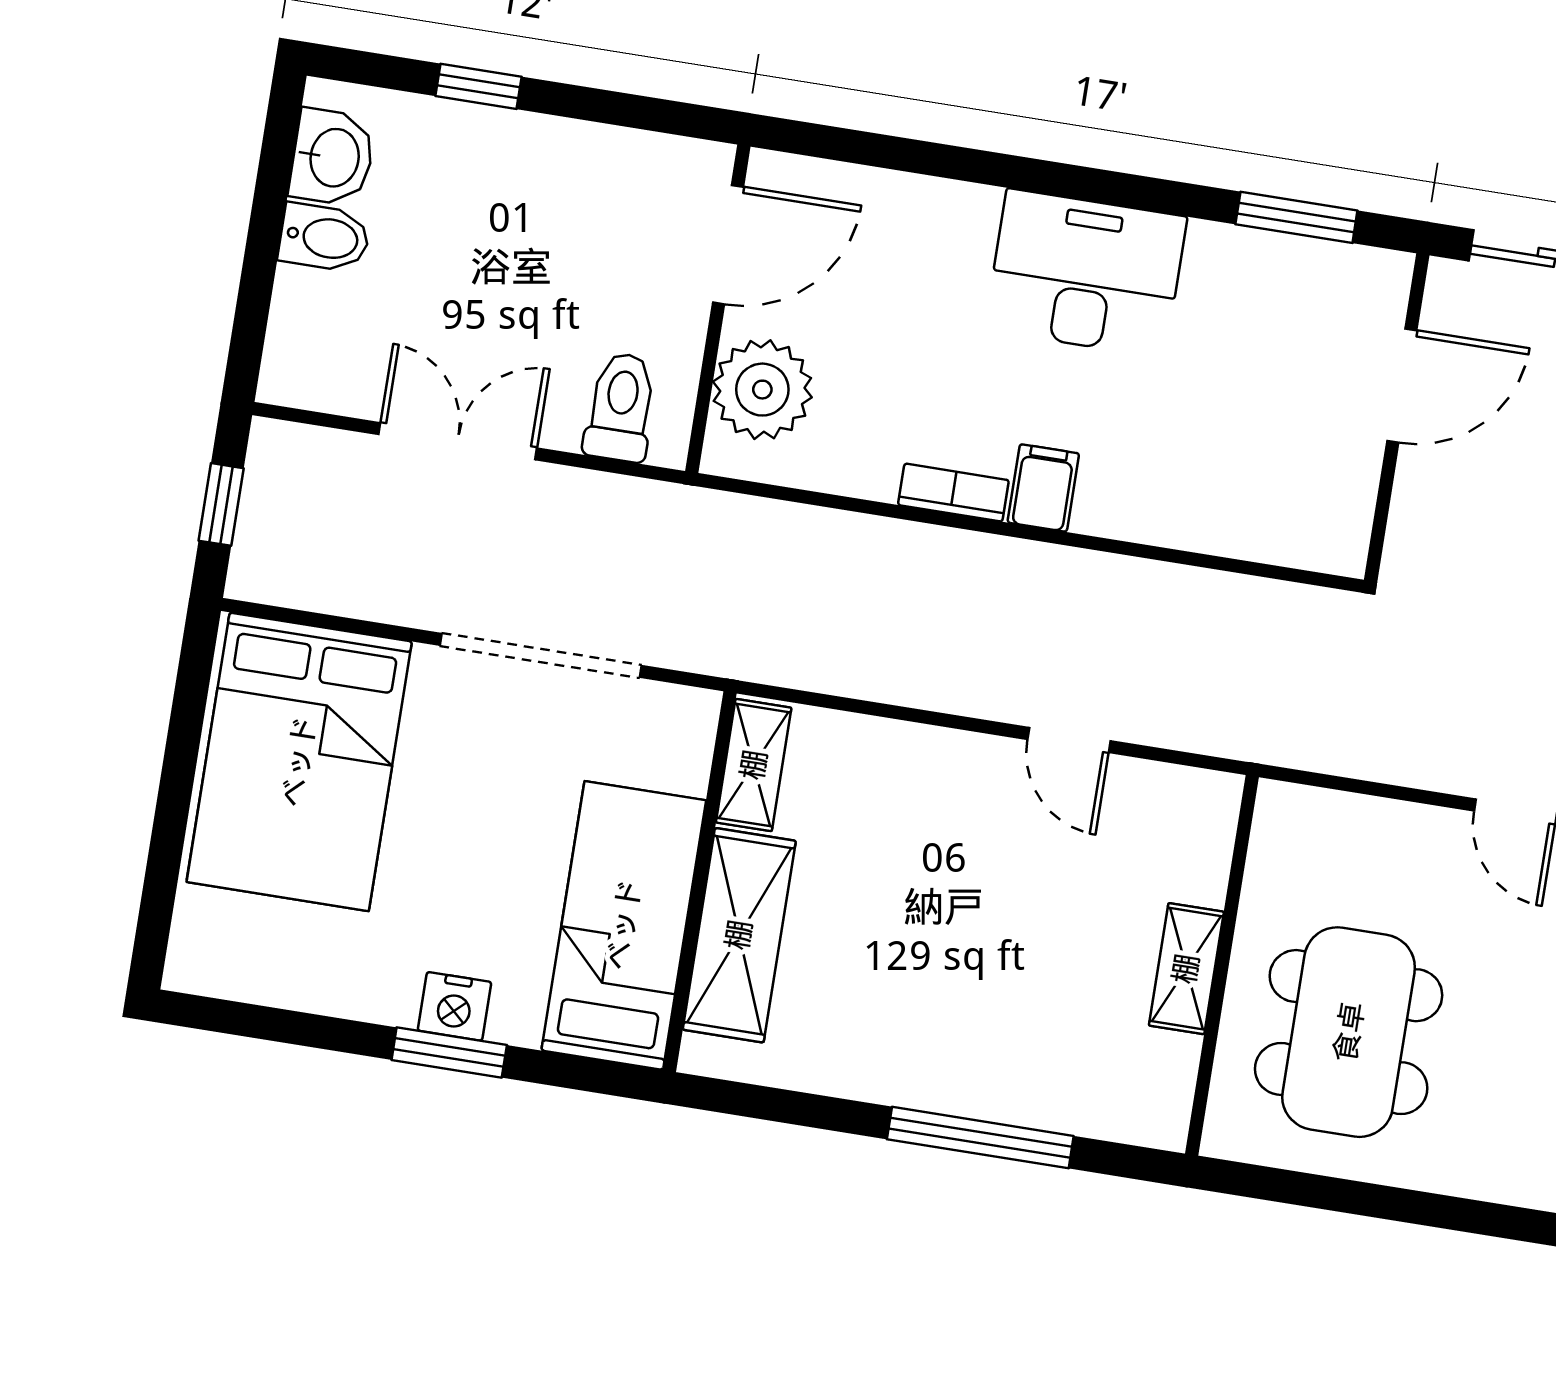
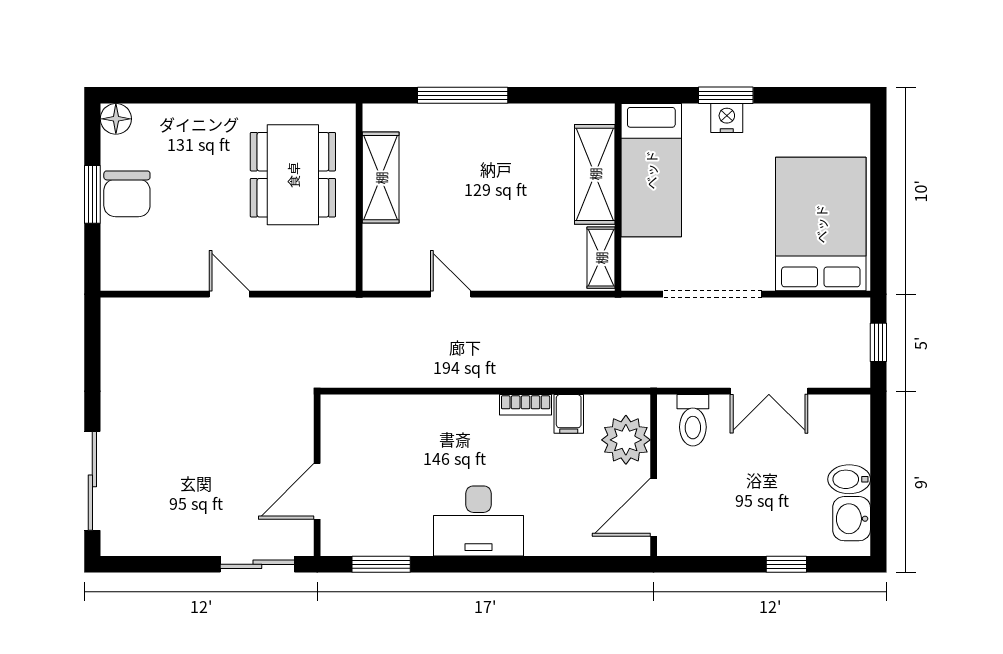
filing cabinet: (1043, 488) -> (569, 414), moved
shelving: (1186, 969) -> (381, 178), width x1.50, depth x1.33

